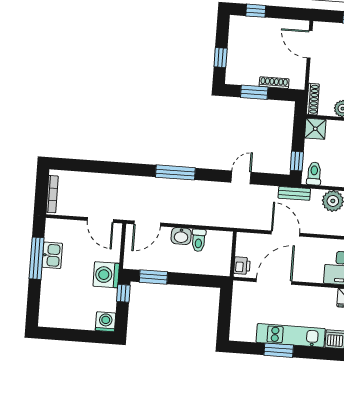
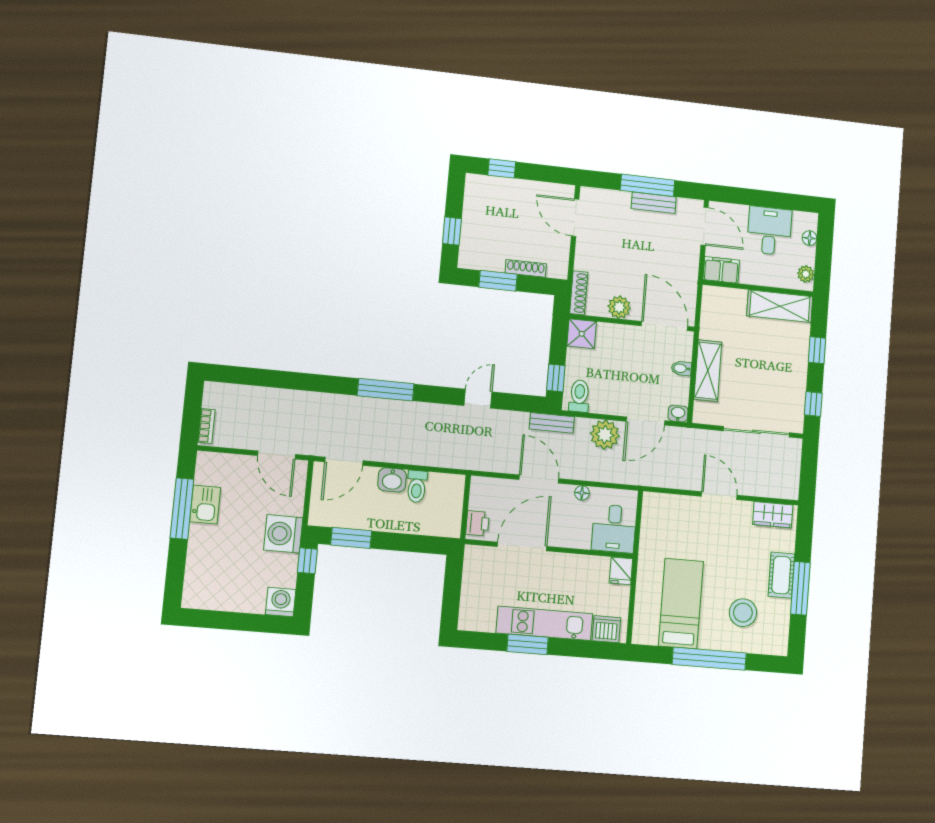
bookcase: (52, 194) -> (206, 426), width x0.64
floor lamp: (317, 243) -> (582, 493), added

